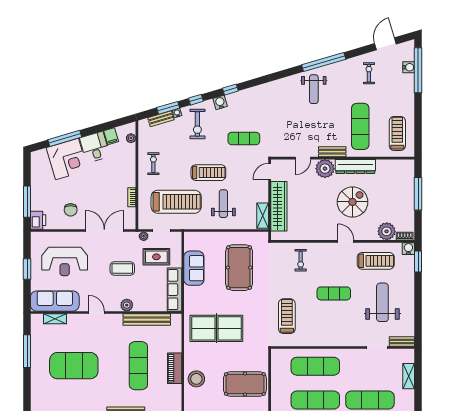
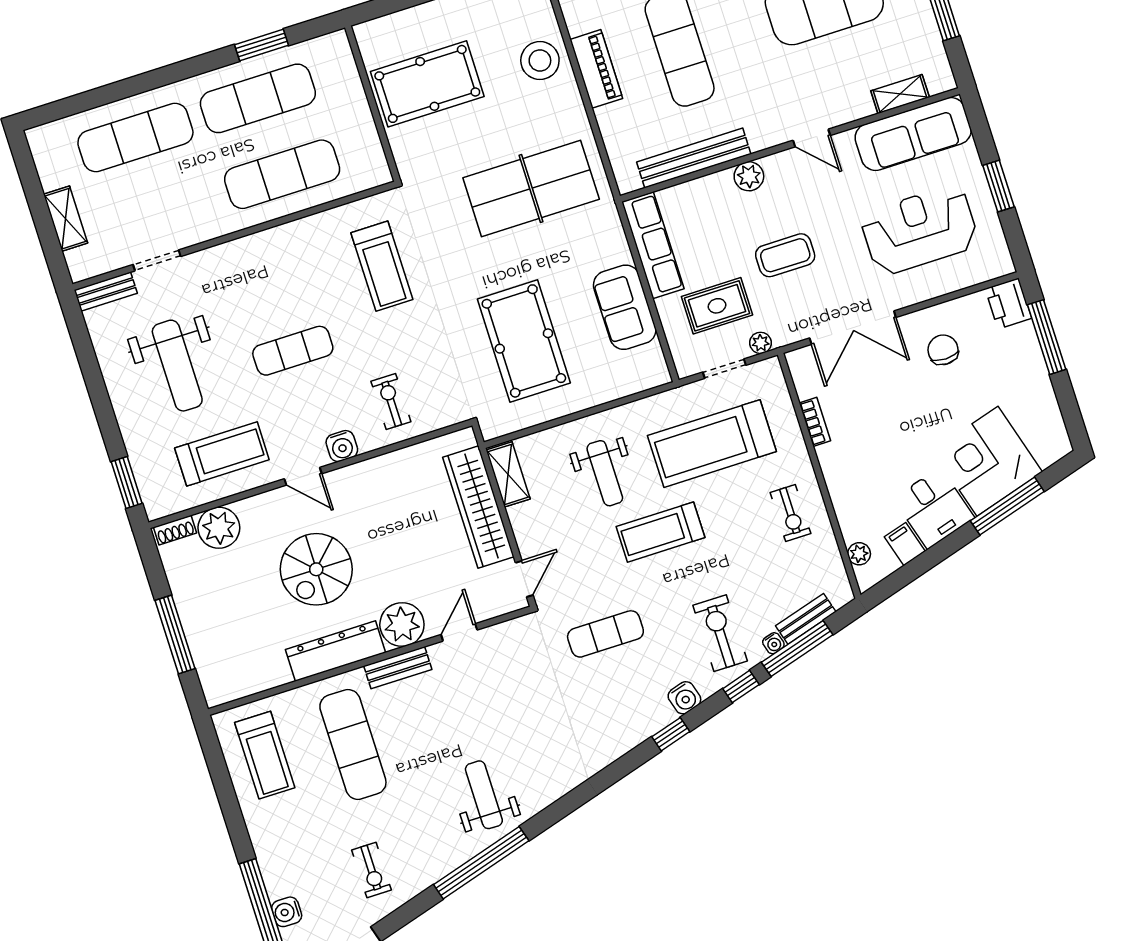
window: (168, 108) -> (797, 648), width x1.44
water cooler: (408, 249) -> (342, 446), moved
treadmill: (376, 261) -> (222, 454), turned 180

